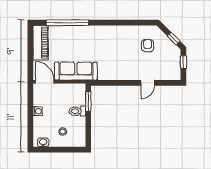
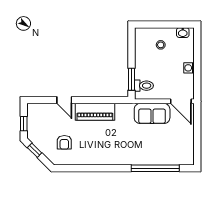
piano: (41, 43) -> (95, 112), moved, turned -90
sofa: (76, 71) -> (152, 113), width x0.73
door: (148, 83) -> (64, 100), swing flipped
toilet: (77, 111) -> (144, 86), moved

